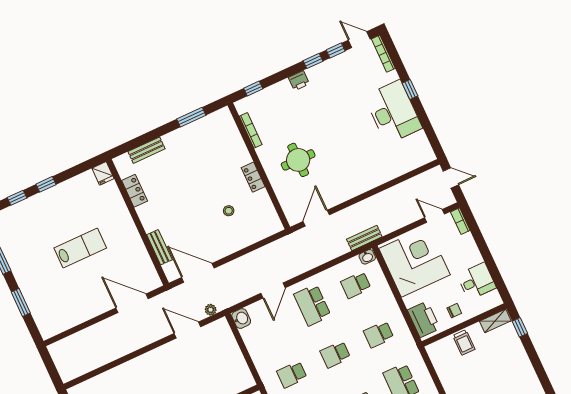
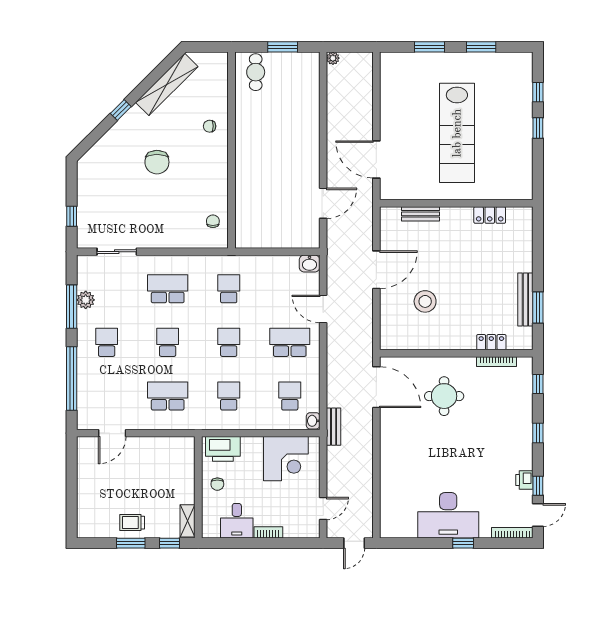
window: (313, 61) -> (538, 433), moved
printer: (299, 81) -> (524, 480), moved
bench: (146, 150) -> (525, 300), moved, width x1.36
fridge: (103, 173) -> (522, 191), removed
locker: (253, 177) -> (491, 342), moved
stool: (229, 211) -> (425, 301), width x1.89, depth x1.89
door: (316, 218) -> (376, 387), width x1.36
bookcase: (460, 221) -> (268, 532), moved
lab bench: (80, 248) -> (457, 133), width x1.86, depth x1.39
corner desk: (414, 262) -> (286, 459), width x0.74, depth x0.74
door: (198, 273) -> (376, 270), moved
door: (132, 303) -> (376, 160), swing flipped
plant: (211, 310) -> (333, 58), moved
trolley: (464, 342) -> (132, 523), moved
window: (534, 359) -> (131, 543), added

